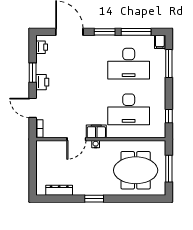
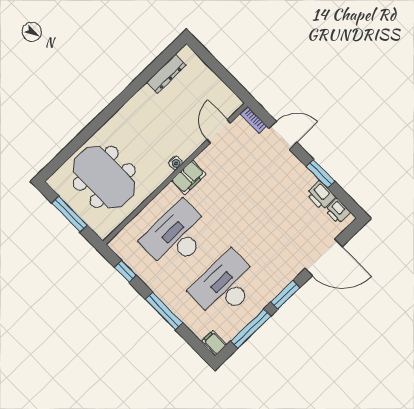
window: (169, 63) -> (164, 311), moved
printer: (42, 82) -> (321, 195), moved
door: (76, 139) -> (219, 131), moved
meeting table: (136, 170) -> (104, 177), turned 90
window: (94, 199) -> (119, 102), removed

